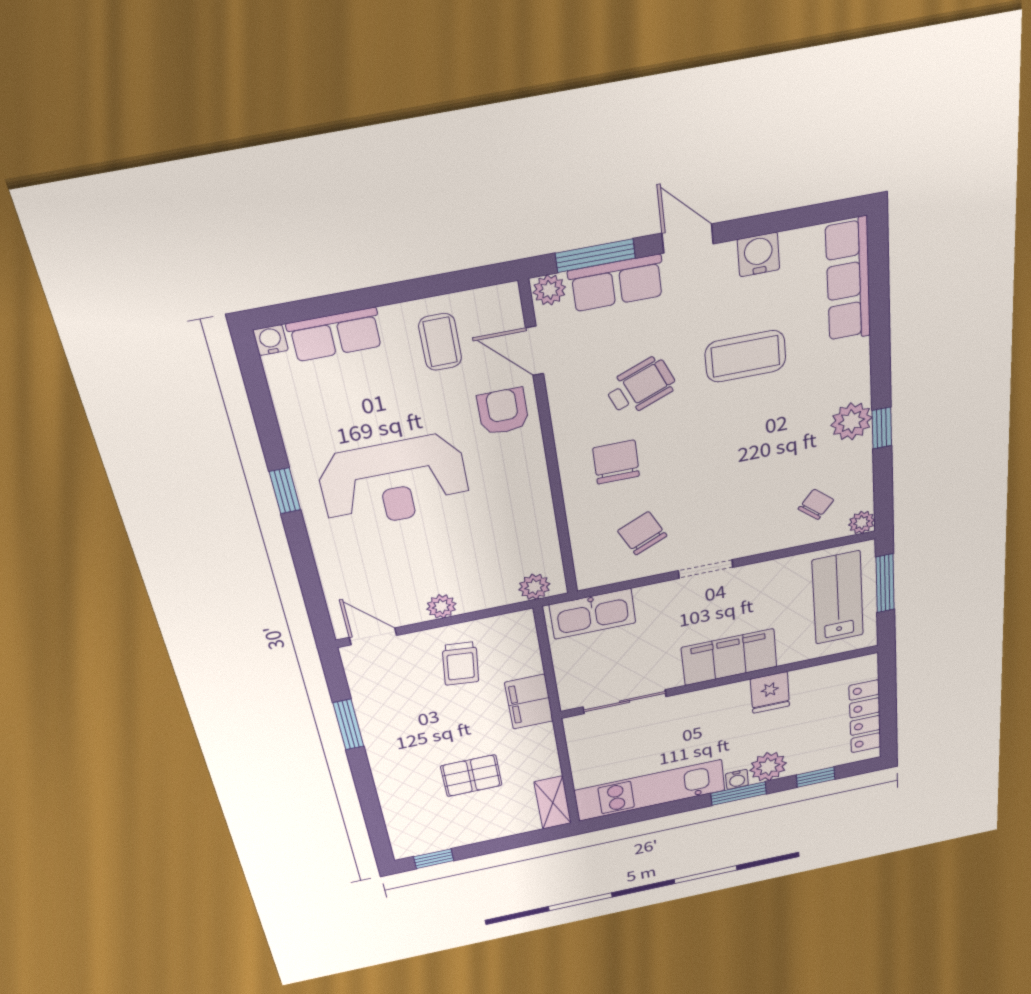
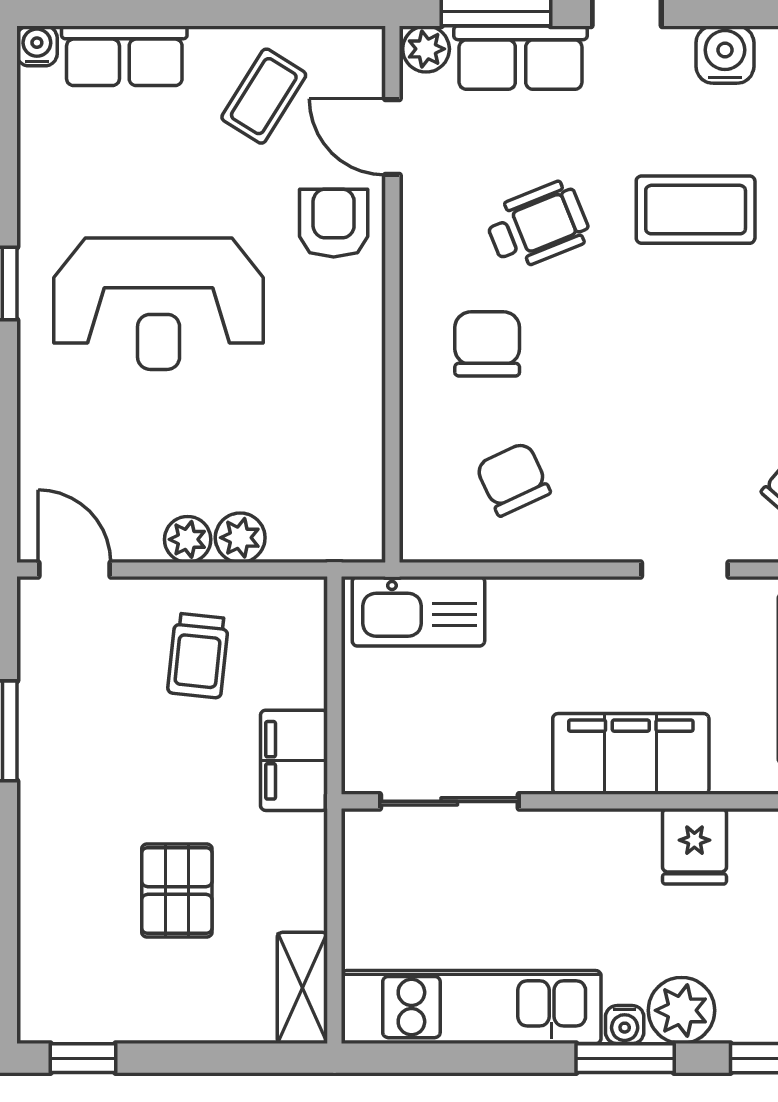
coffee table: (440, 342) -> (264, 96), turned 32
doorway: (706, 569) -> (685, 569), moved
plant: (534, 587) -> (240, 538), moved
pallet: (471, 776) -> (177, 890), turned 90

